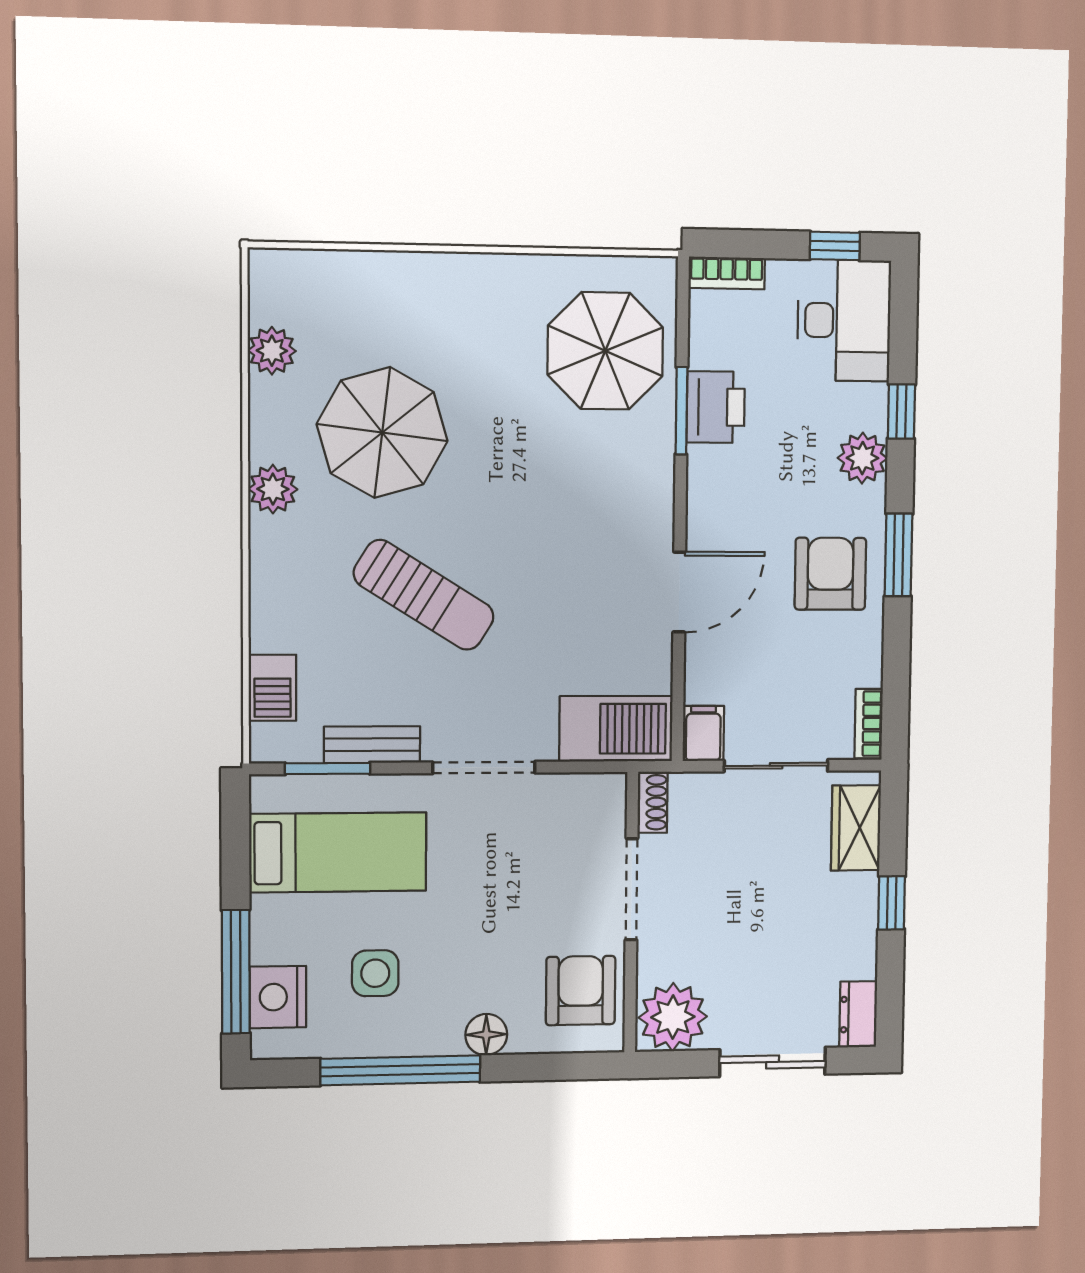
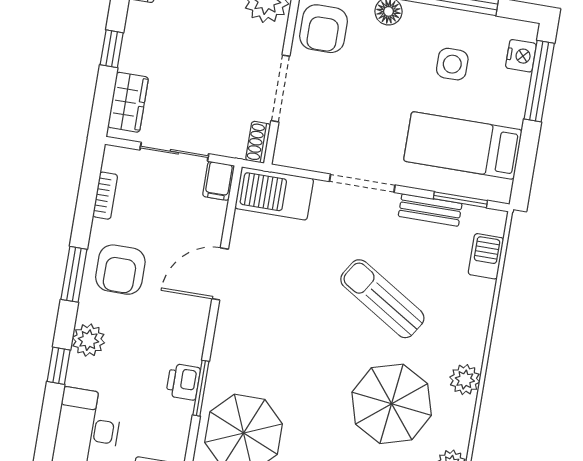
printer: (716, 407) -> (183, 382), width x0.73, depth x0.81
bookcase: (869, 724) -> (105, 196), moved
nightstand: (278, 997) -> (521, 56), width x0.74, depth x0.75

